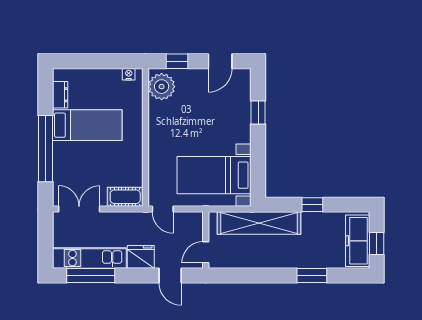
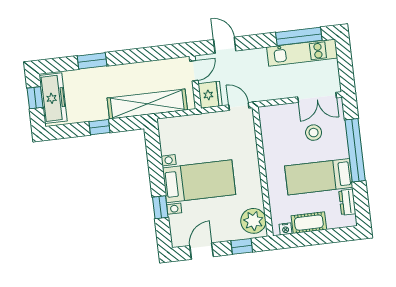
stool: (87, 172) -> (314, 133), added
bed with nightstands: (214, 175) -> (199, 181), moved
cot: (125, 197) -> (309, 223), moved
fridge: (141, 257) -> (210, 95), moved, turned -90

